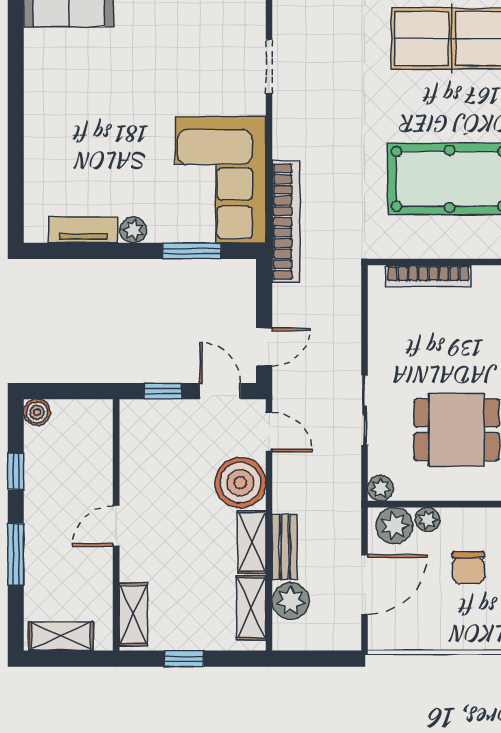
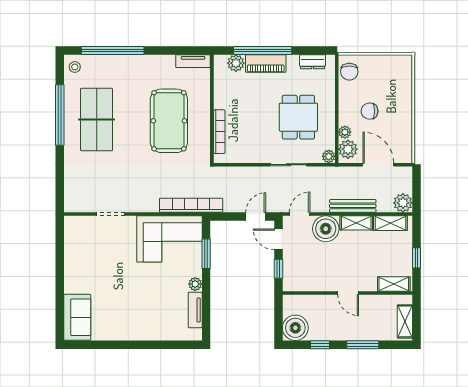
door: (264, 347) -> (256, 216), hinge flipped
door: (220, 391) -> (278, 239), hinge flipped
boiler: (37, 412) -> (295, 328), width x1.86, depth x1.86
bench: (285, 547) -> (353, 206), width x1.36
chair: (468, 567) -> (370, 111), turned 180
plant: (291, 601) -> (403, 203), moved

